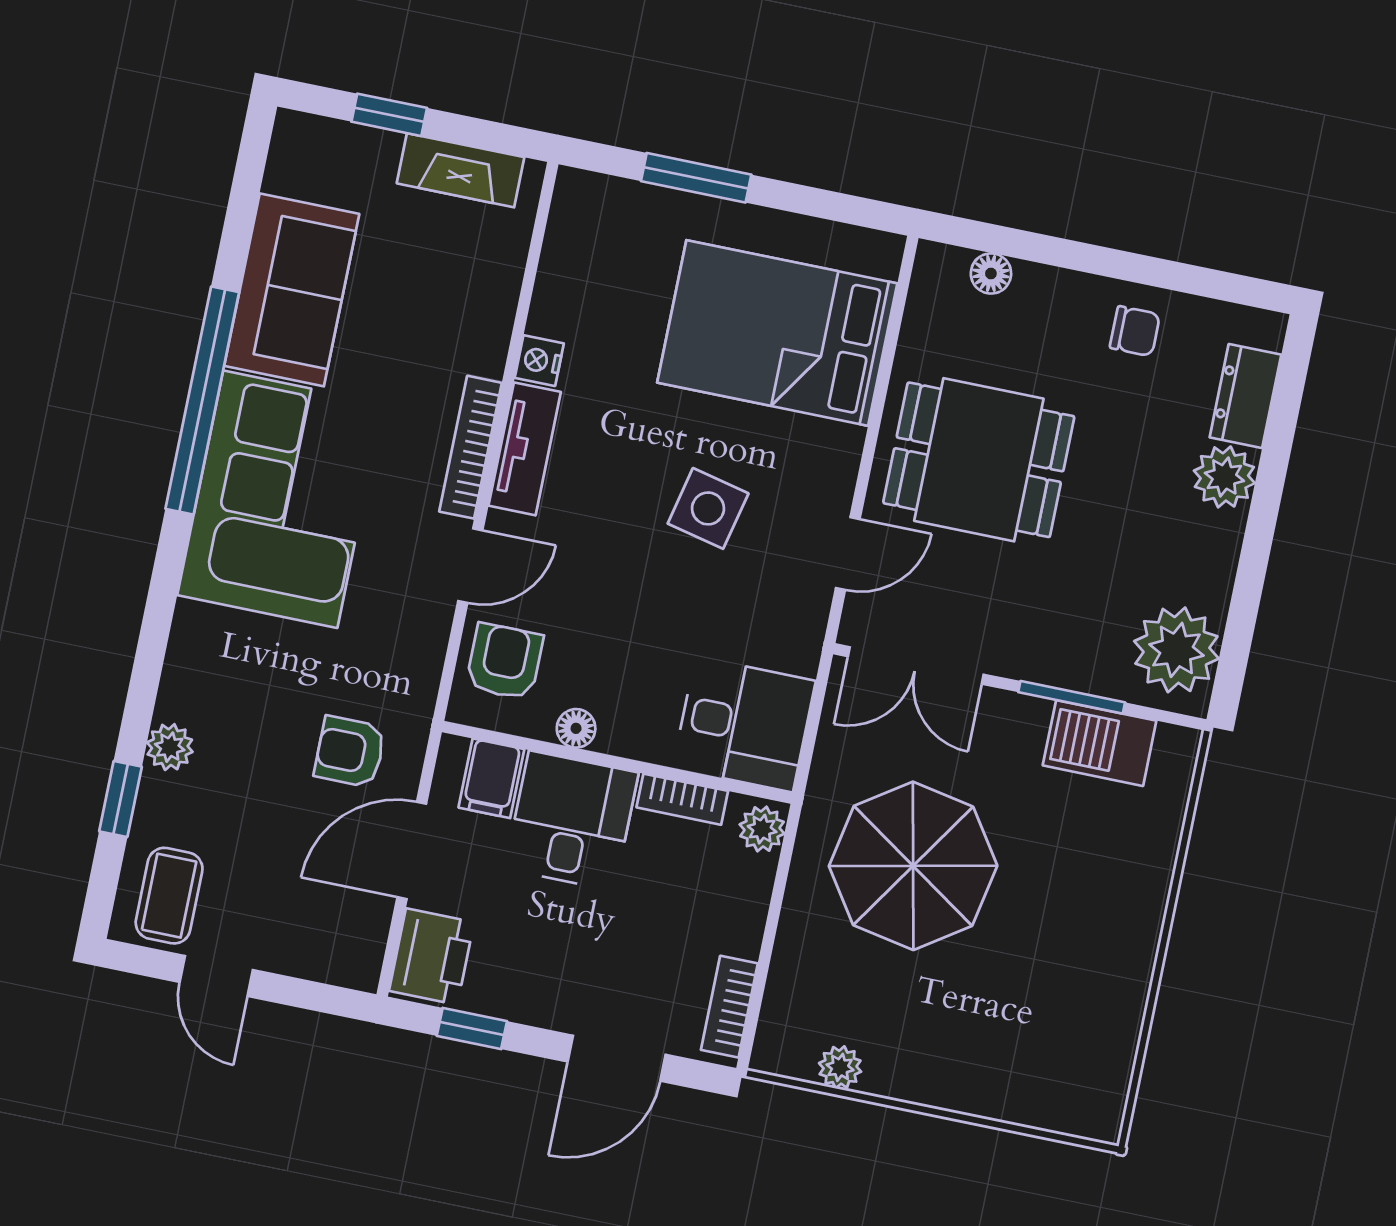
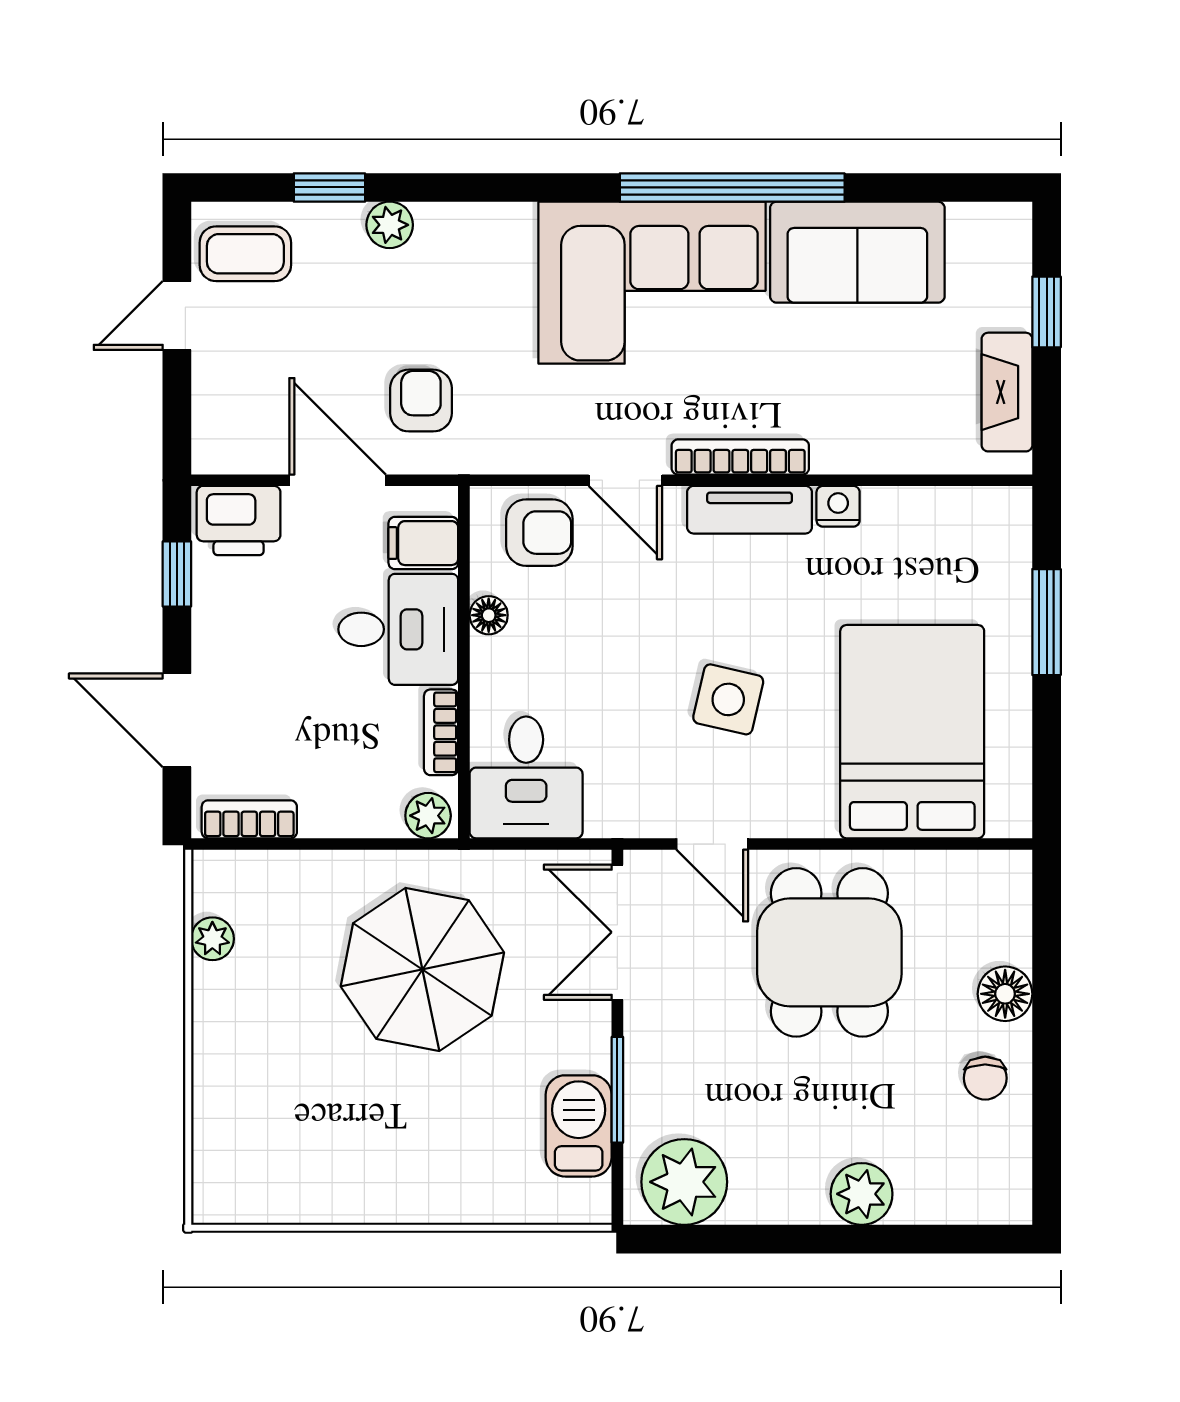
floor lamp: (991, 273) -> (1005, 994), moved, width x1.37, depth x1.37
dresser: (1245, 396) -> (944, 1198), removed

